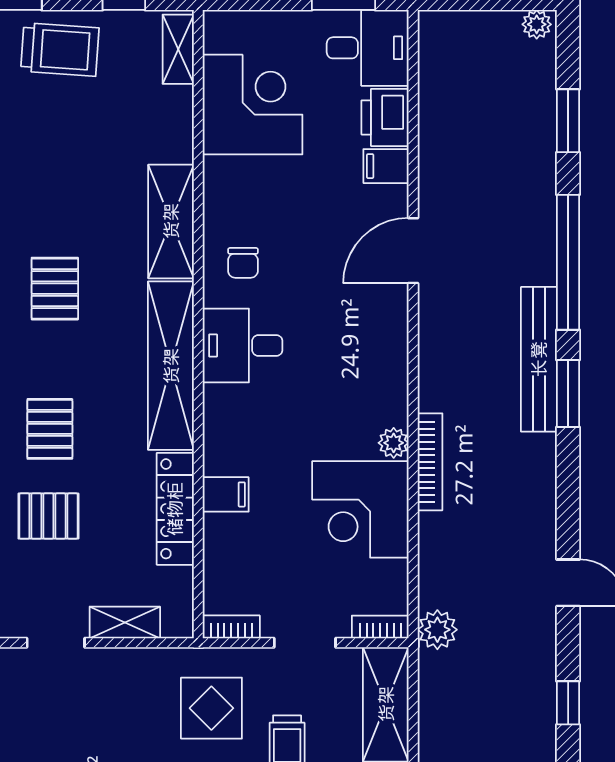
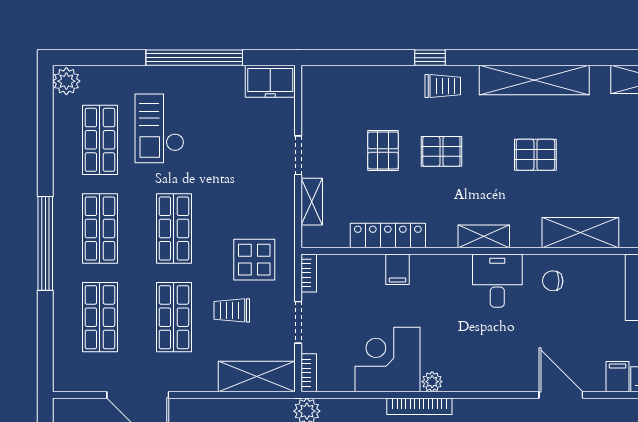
shelving: (171, 366) -> (484, 236), width x0.45, depth x0.75

